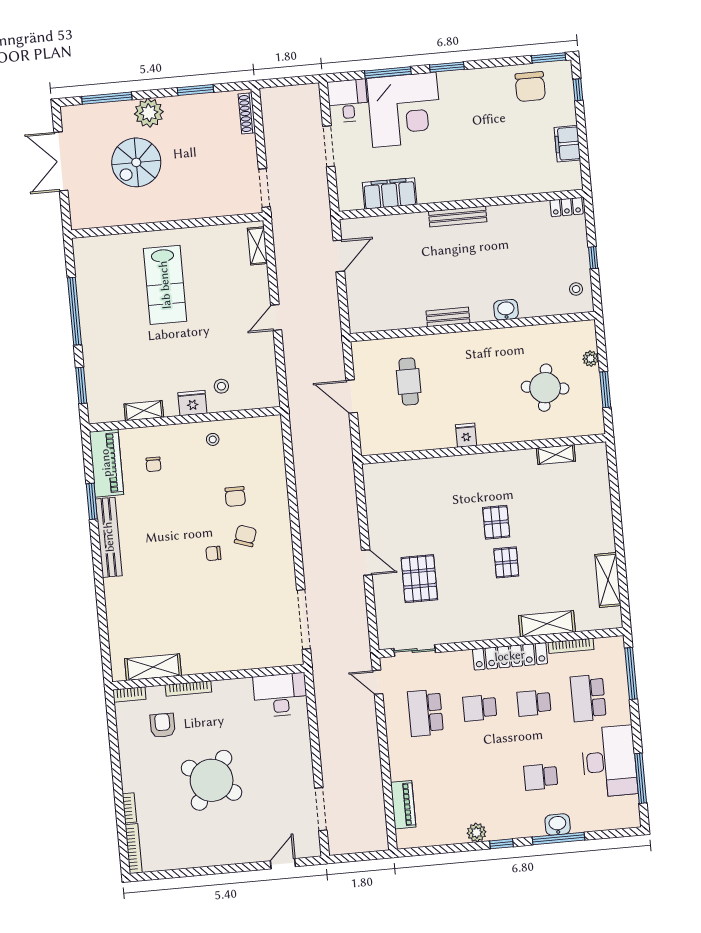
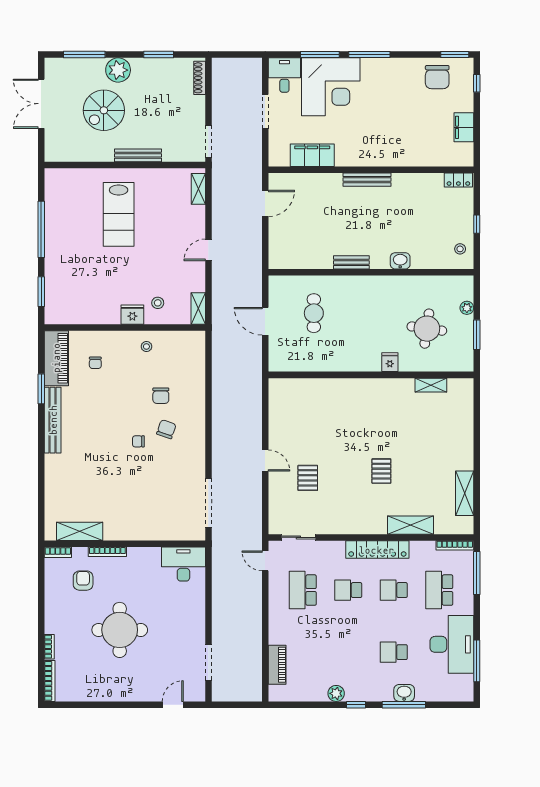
window: (447, 67) -> (369, 55), width x1.44
bench: (182, 212) -> (138, 155), added
shelving: (144, 411) -> (198, 309), moved, turned 90
fridge: (466, 435) -> (390, 362), moved
pallet: (496, 522) -> (376, 437), removed
pallet: (419, 579) -> (308, 478), width x0.67, depth x0.71
bookcase: (571, 646) -> (455, 545), moved
round table: (212, 780) -> (120, 630), turned -34

